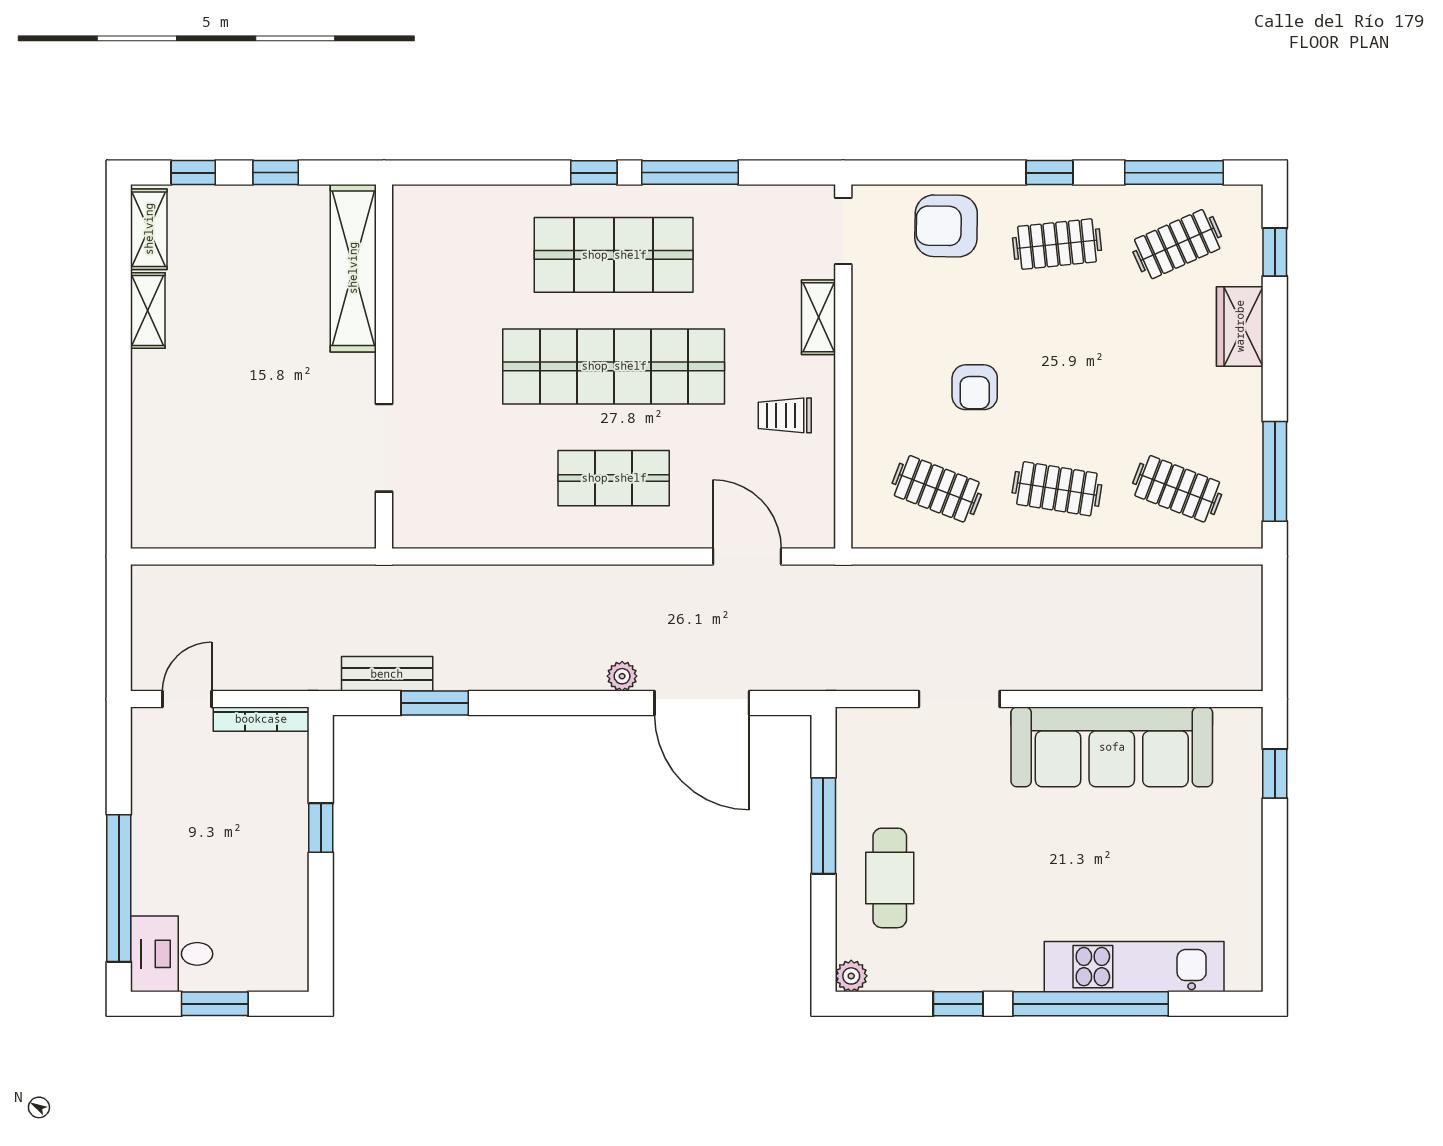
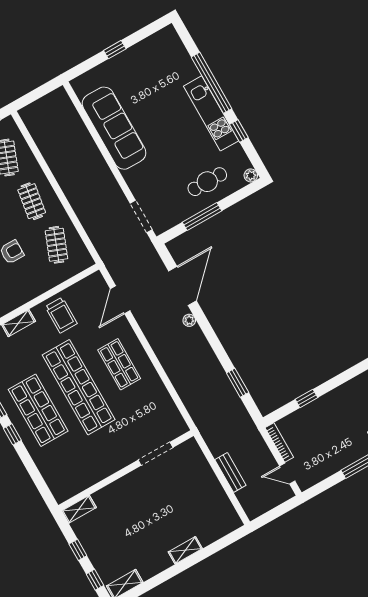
shelving: (353, 268) -> (79, 509), width x0.45, depth x0.75
shelving: (148, 311) -> (185, 550), moved
trolley: (785, 415) -> (61, 315), width x1.36, depth x1.39
bench: (387, 674) -> (230, 473), moved
doorway: (959, 699) -> (141, 216), moved
window: (1275, 774) -> (115, 50), moved
kitchen unit: (1134, 967) -> (211, 113), moved

